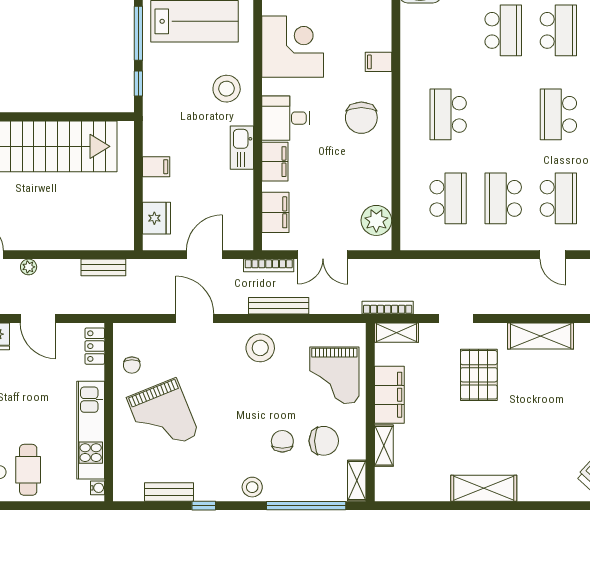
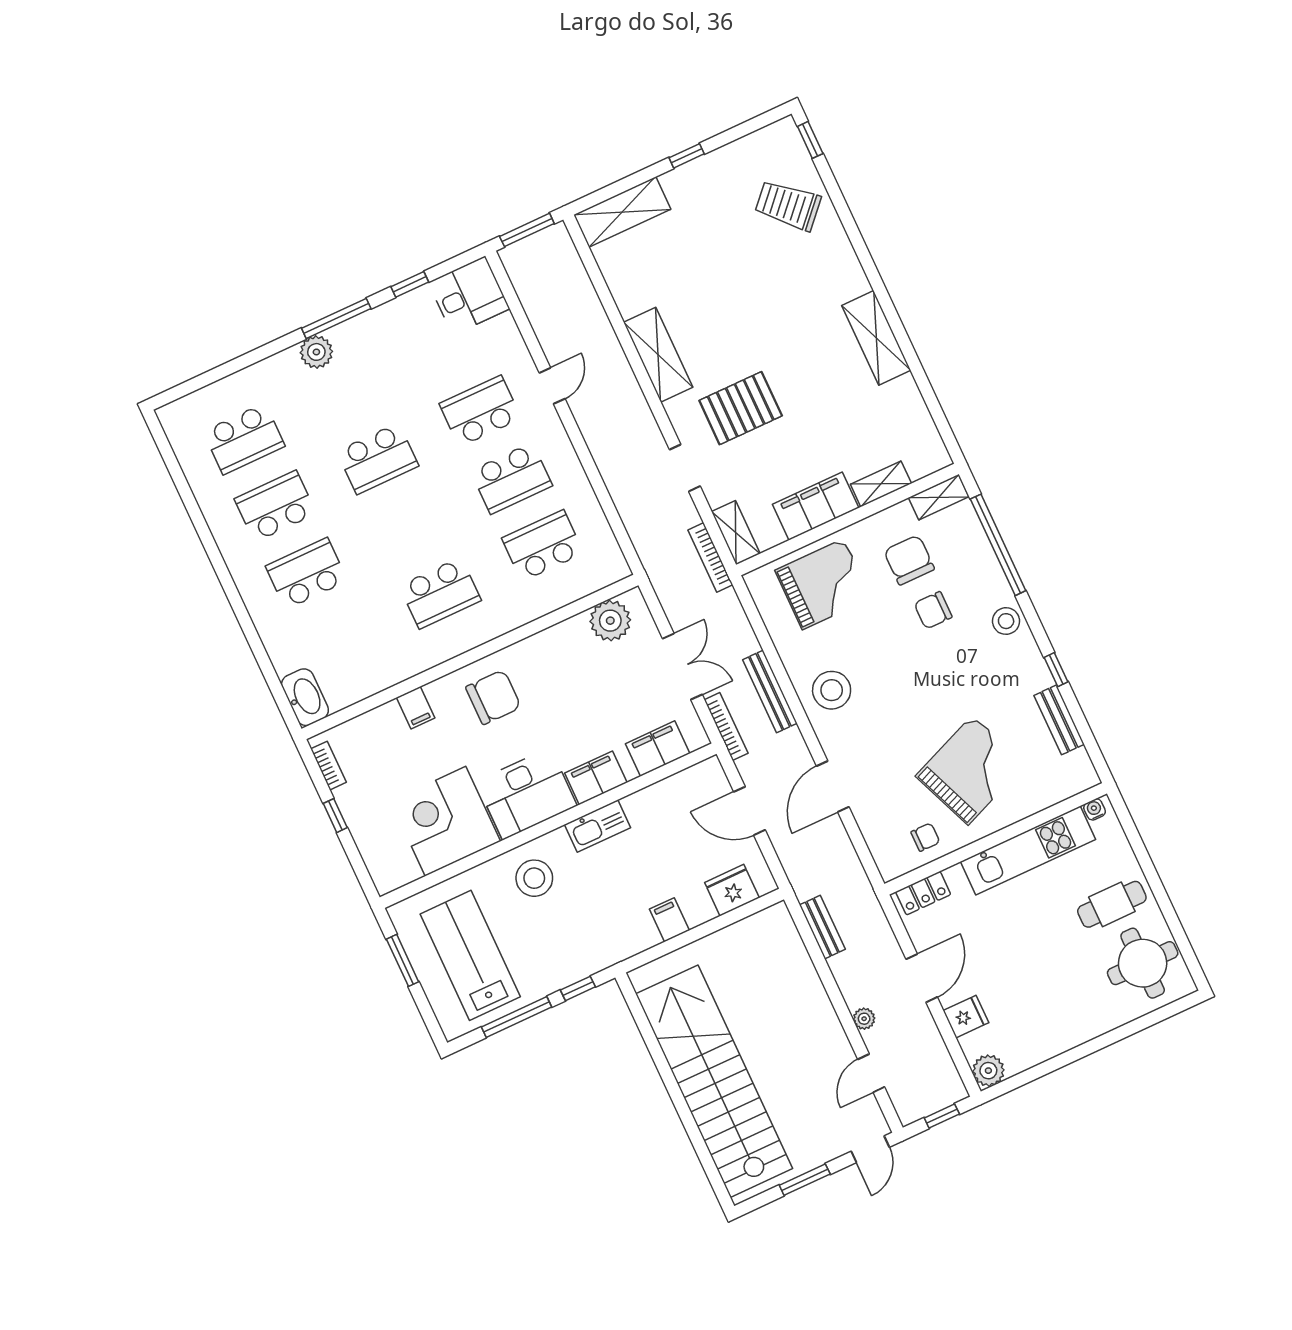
desk: (286, 118) -> (526, 794), width x1.37

